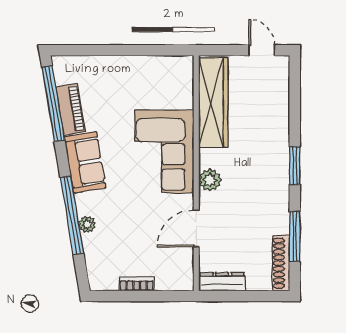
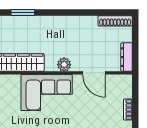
window: (295, 166) -> (23, 12), moved
window: (295, 237) -> (99, 12), removed

